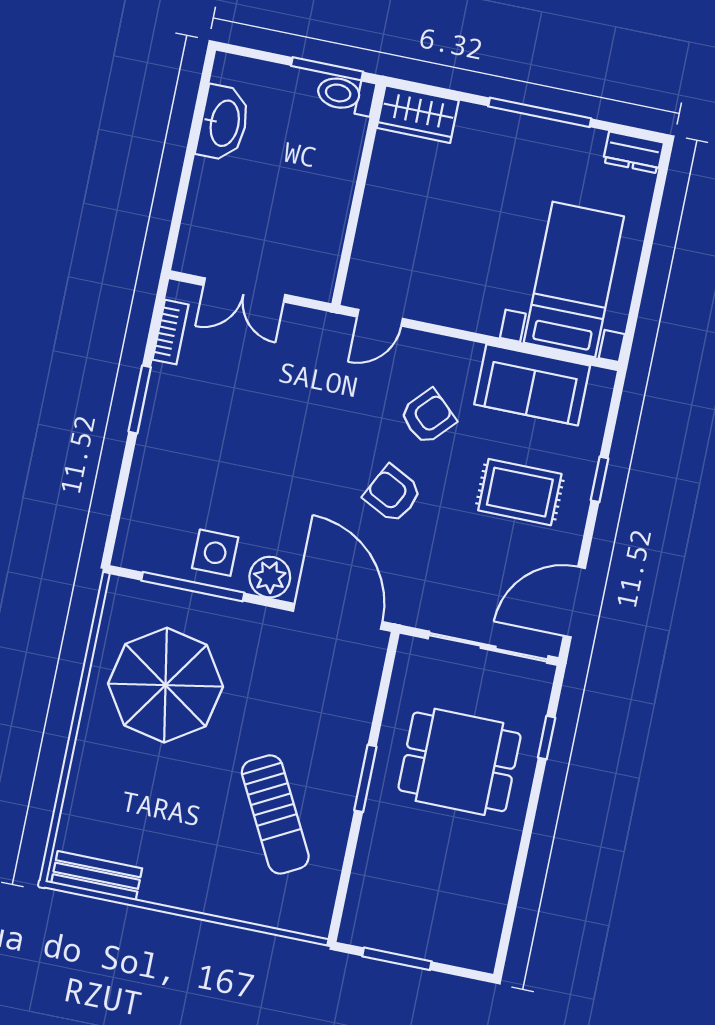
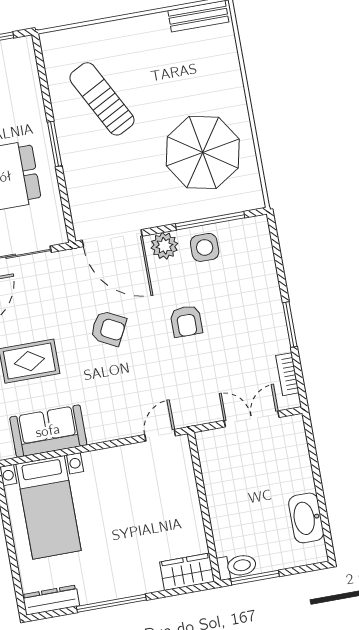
dresser: (633, 152) -> (51, 600), width x1.44
armchair: (428, 417) -> (186, 321), moved, turned -43

